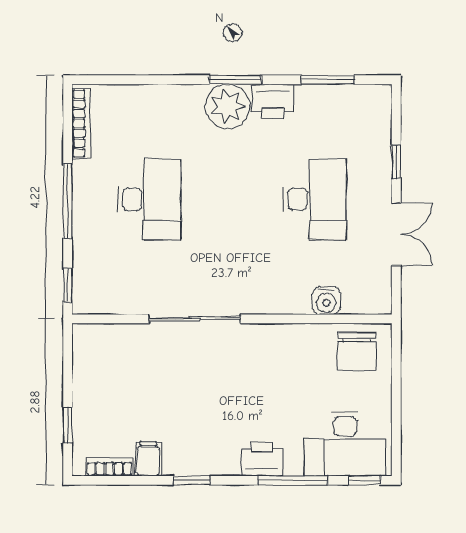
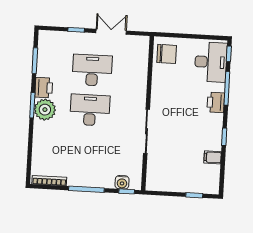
desk: (149, 199) -> (90, 110), moved
water cooler: (326, 301) -> (122, 182), moved, turned 90
bookcase: (109, 467) -> (215, 176), removed

